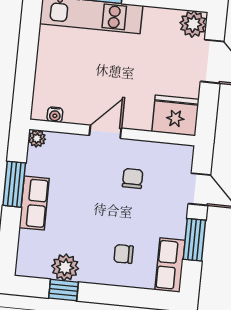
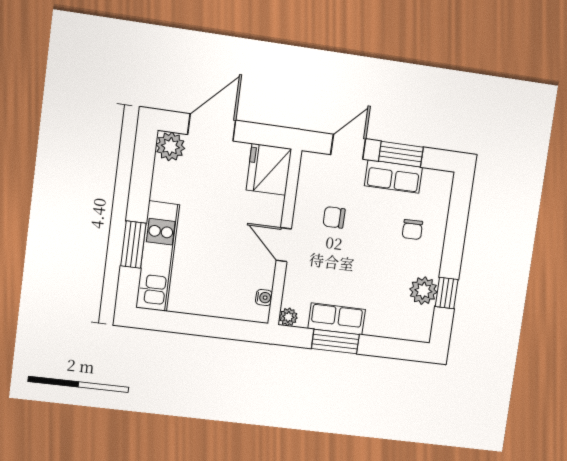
row of seats: (34, 203) -> (337, 319), moved
row of seats: (170, 265) -> (394, 177), moved

